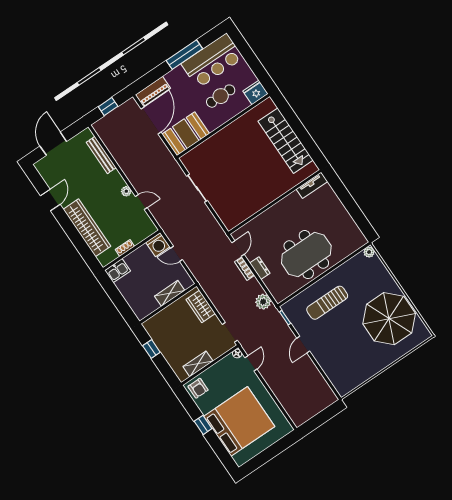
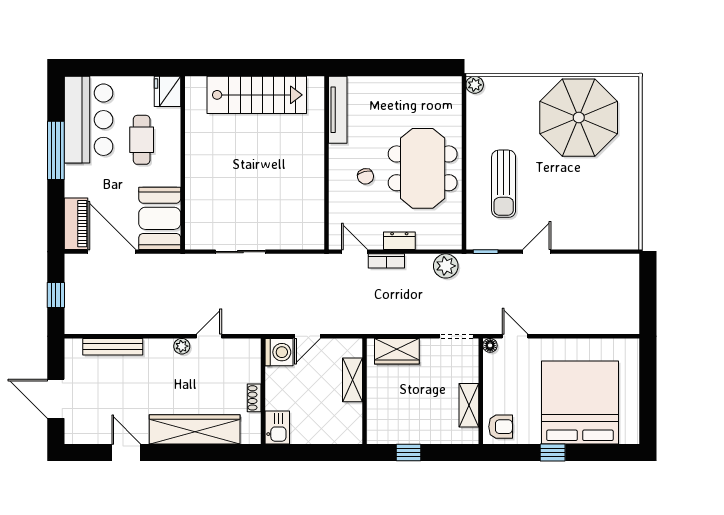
tv unit: (312, 185) -> (338, 110), width x1.41
chair: (282, 227) -> (365, 176), added
door: (303, 345) -> (537, 252), swing flipped

